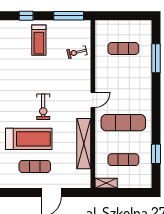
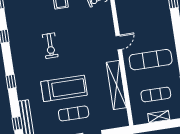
exercise bike: (43, 107) -> (50, 46), moved
shelving: (106, 183) -> (159, 117), moved

